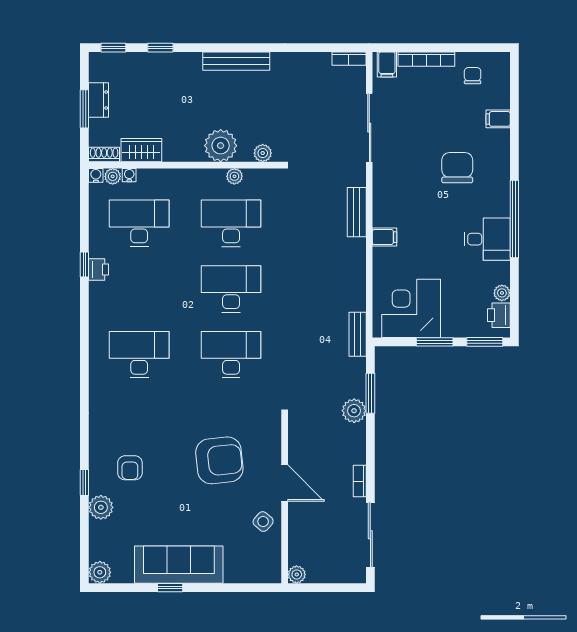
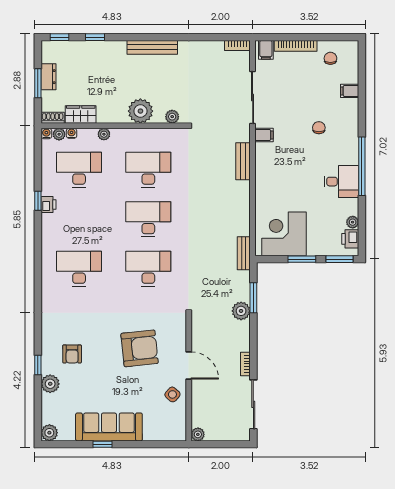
chair: (457, 168) -> (319, 128), width x0.54, depth x0.54
plant: (234, 176) -> (104, 134), moved
filing cabinet: (385, 237) -> (264, 135), moved

